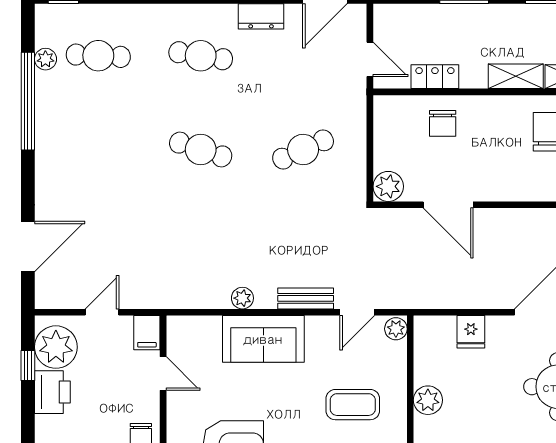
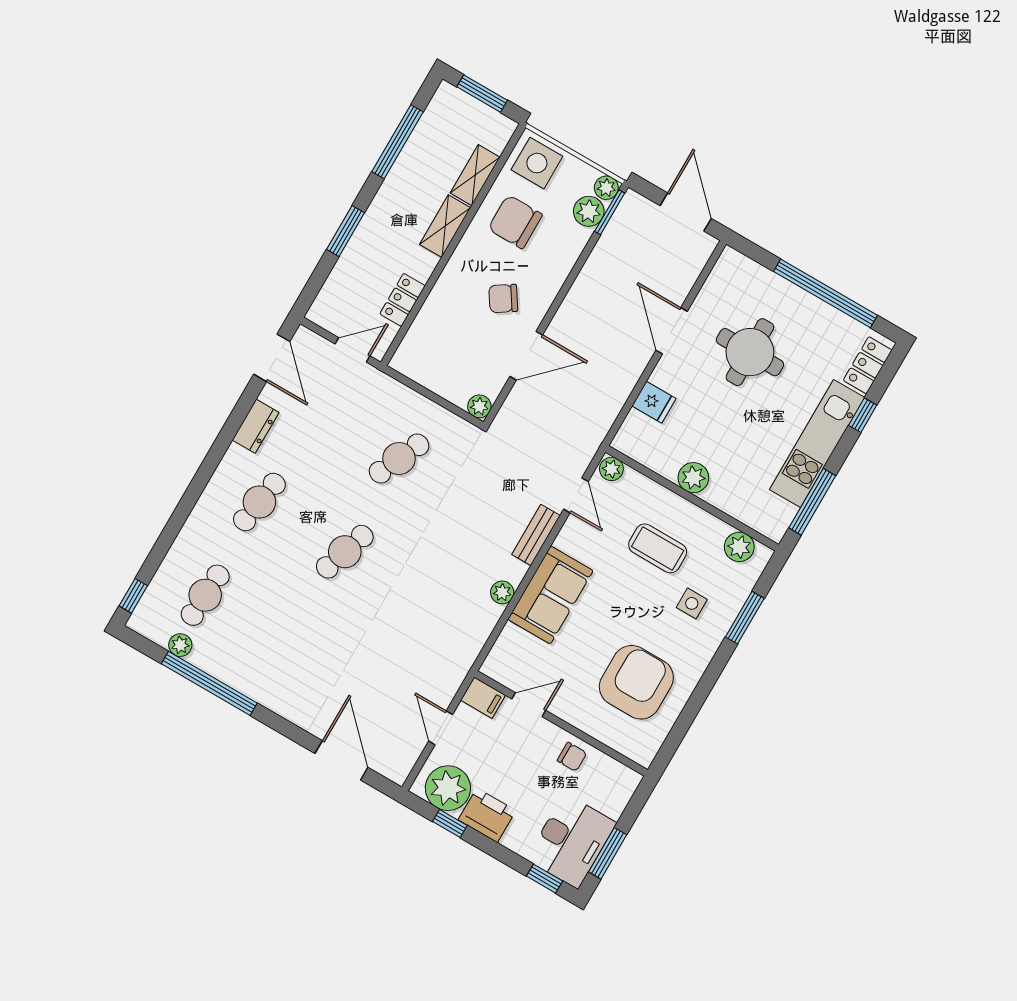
chair: (443, 123) -> (503, 298), moved, turned 147
cafe table: (303, 150) -> (399, 459), turned 48
plant: (388, 186) -> (479, 406), width x0.73, depth x0.73
coffee table: (353, 405) -> (658, 548), turned 90

